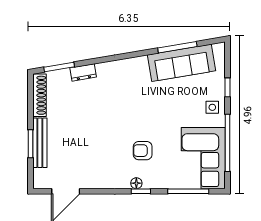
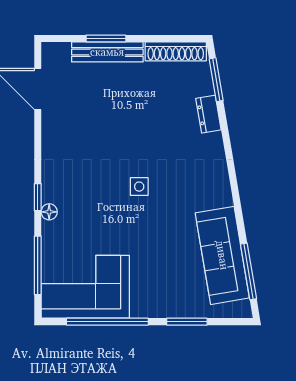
window: (177, 47) -> (248, 271), moved
window: (227, 87) -> (187, 322), width x1.50
side table: (212, 107) -> (139, 187), moved
armchair: (143, 151) -> (96, 200), removed
floor lamp: (136, 183) -> (49, 212), moved

